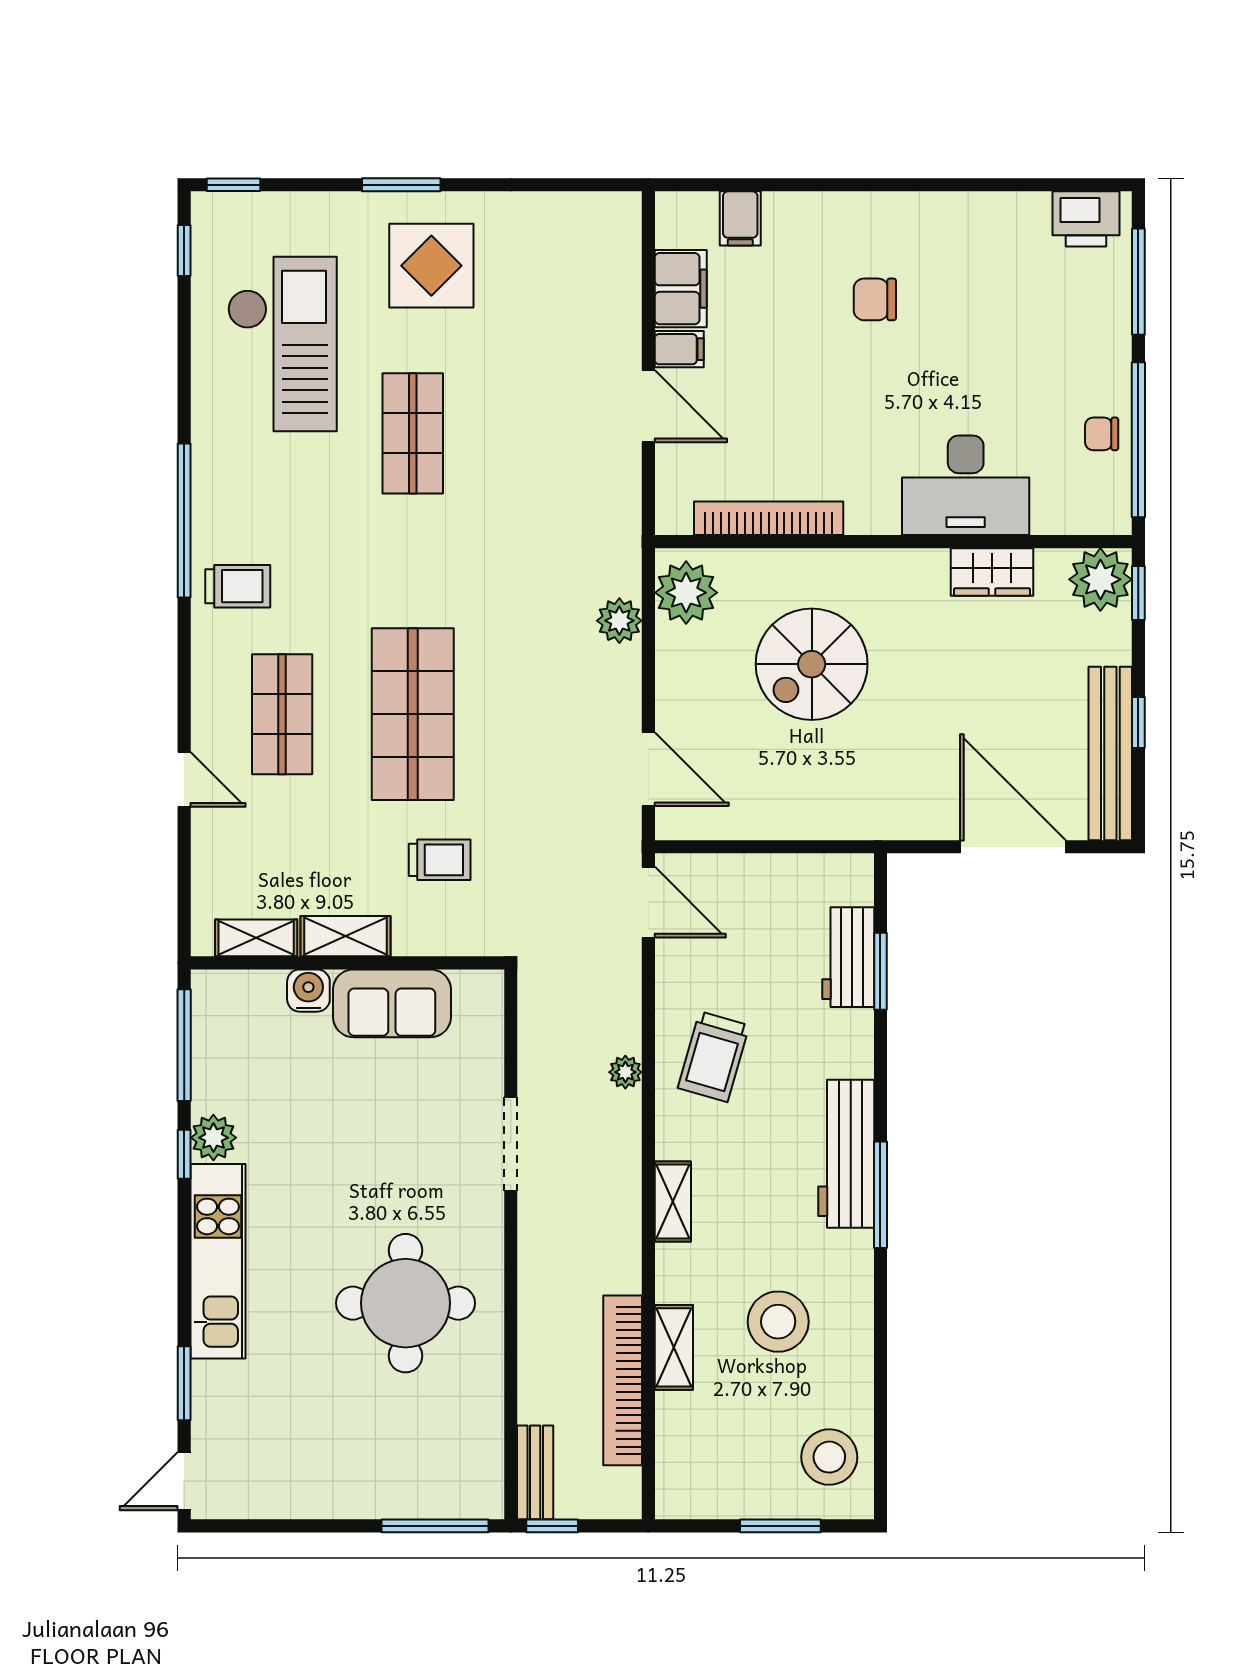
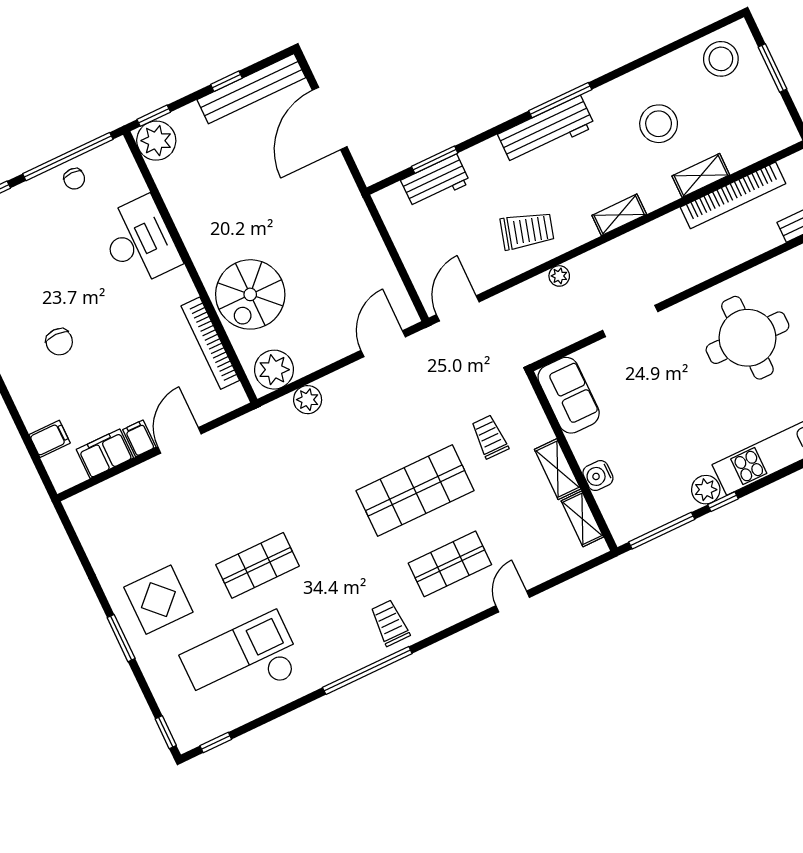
wardrobe: (992, 572) -> (181, 203), removed
spiral stairs: (812, 664) -> (250, 294), moved, turned 90
sofa: (392, 1003) -> (569, 395), moved

